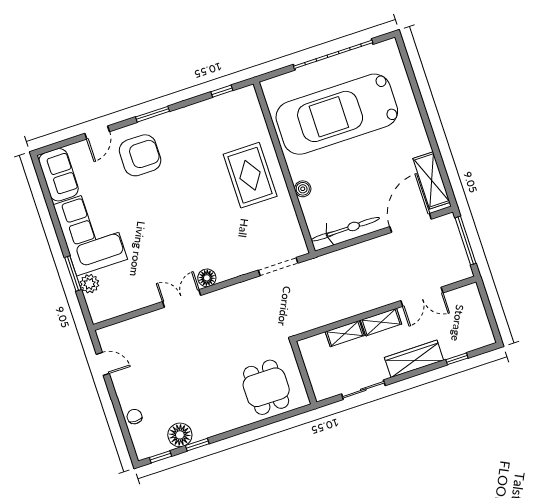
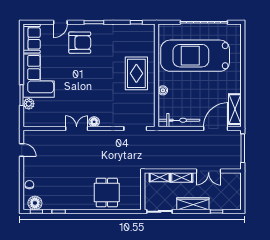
wall: (304, 373) -> (143, 191), moved
floor lamp: (180, 435) -> (35, 203), moved

